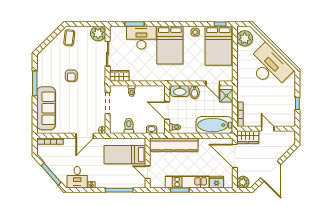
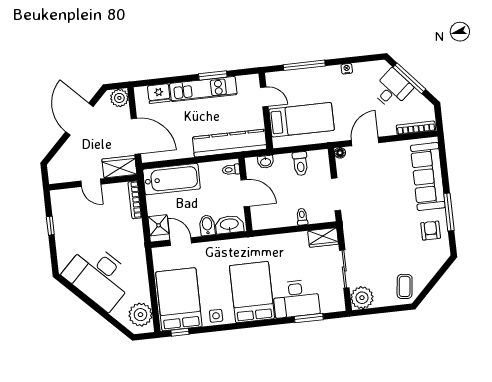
armchair: (71, 76) -> (431, 231), moved
desk: (77, 177) -> (392, 89), moved, turned 49

